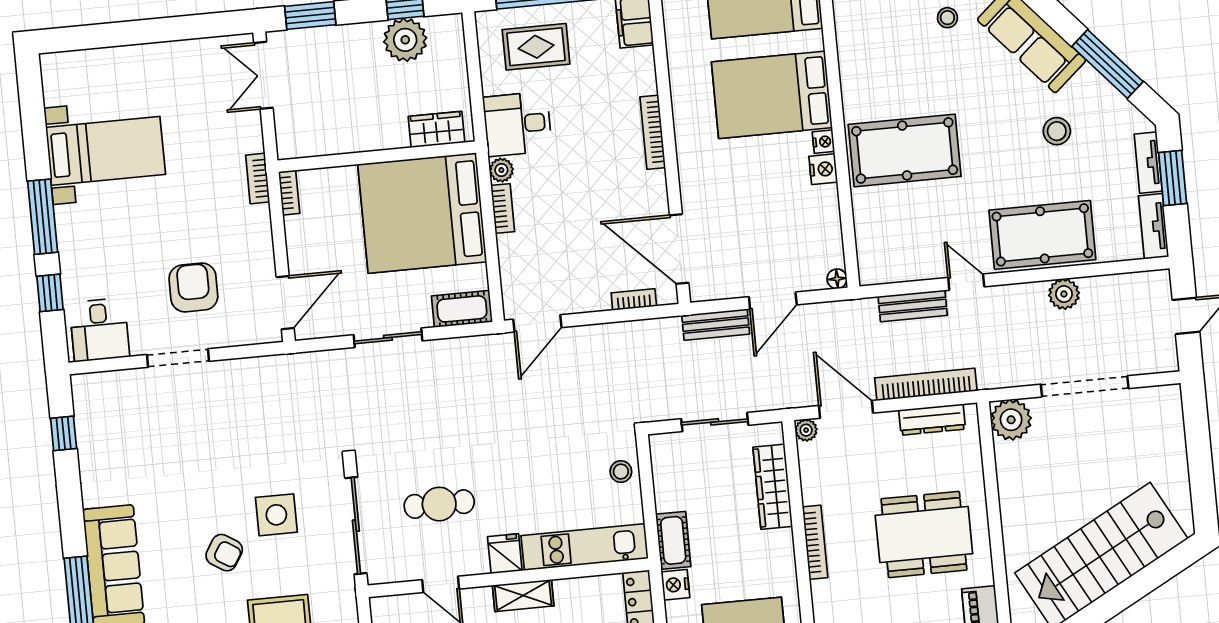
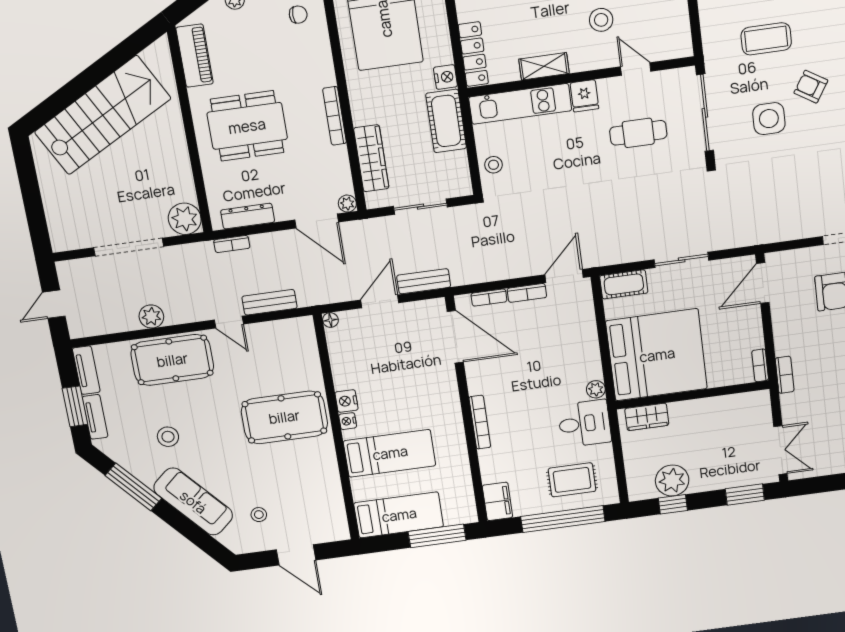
bed: (772, 95) -> (390, 453), width x0.67
bookcase: (503, 209) -> (527, 293), moved, turned -90
bookcase: (926, 384) -> (232, 244), width x0.43, depth x0.76
cot: (673, 540) -> (446, 121), width x1.37, depth x1.34
shelving: (523, 596) -> (544, 66), moved

